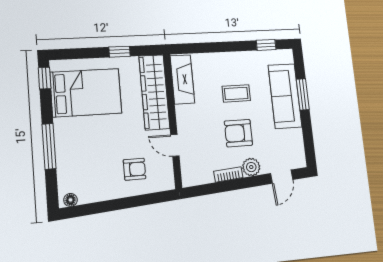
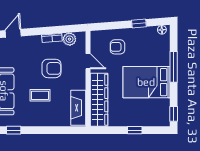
window: (120, 52) -> (135, 130), moved
bed: (86, 93) -> (146, 82), moved
armchair: (238, 133) -> (52, 68), moved
plant: (251, 167) -> (69, 39), moved
window: (106, 206) -> (139, 23), added

